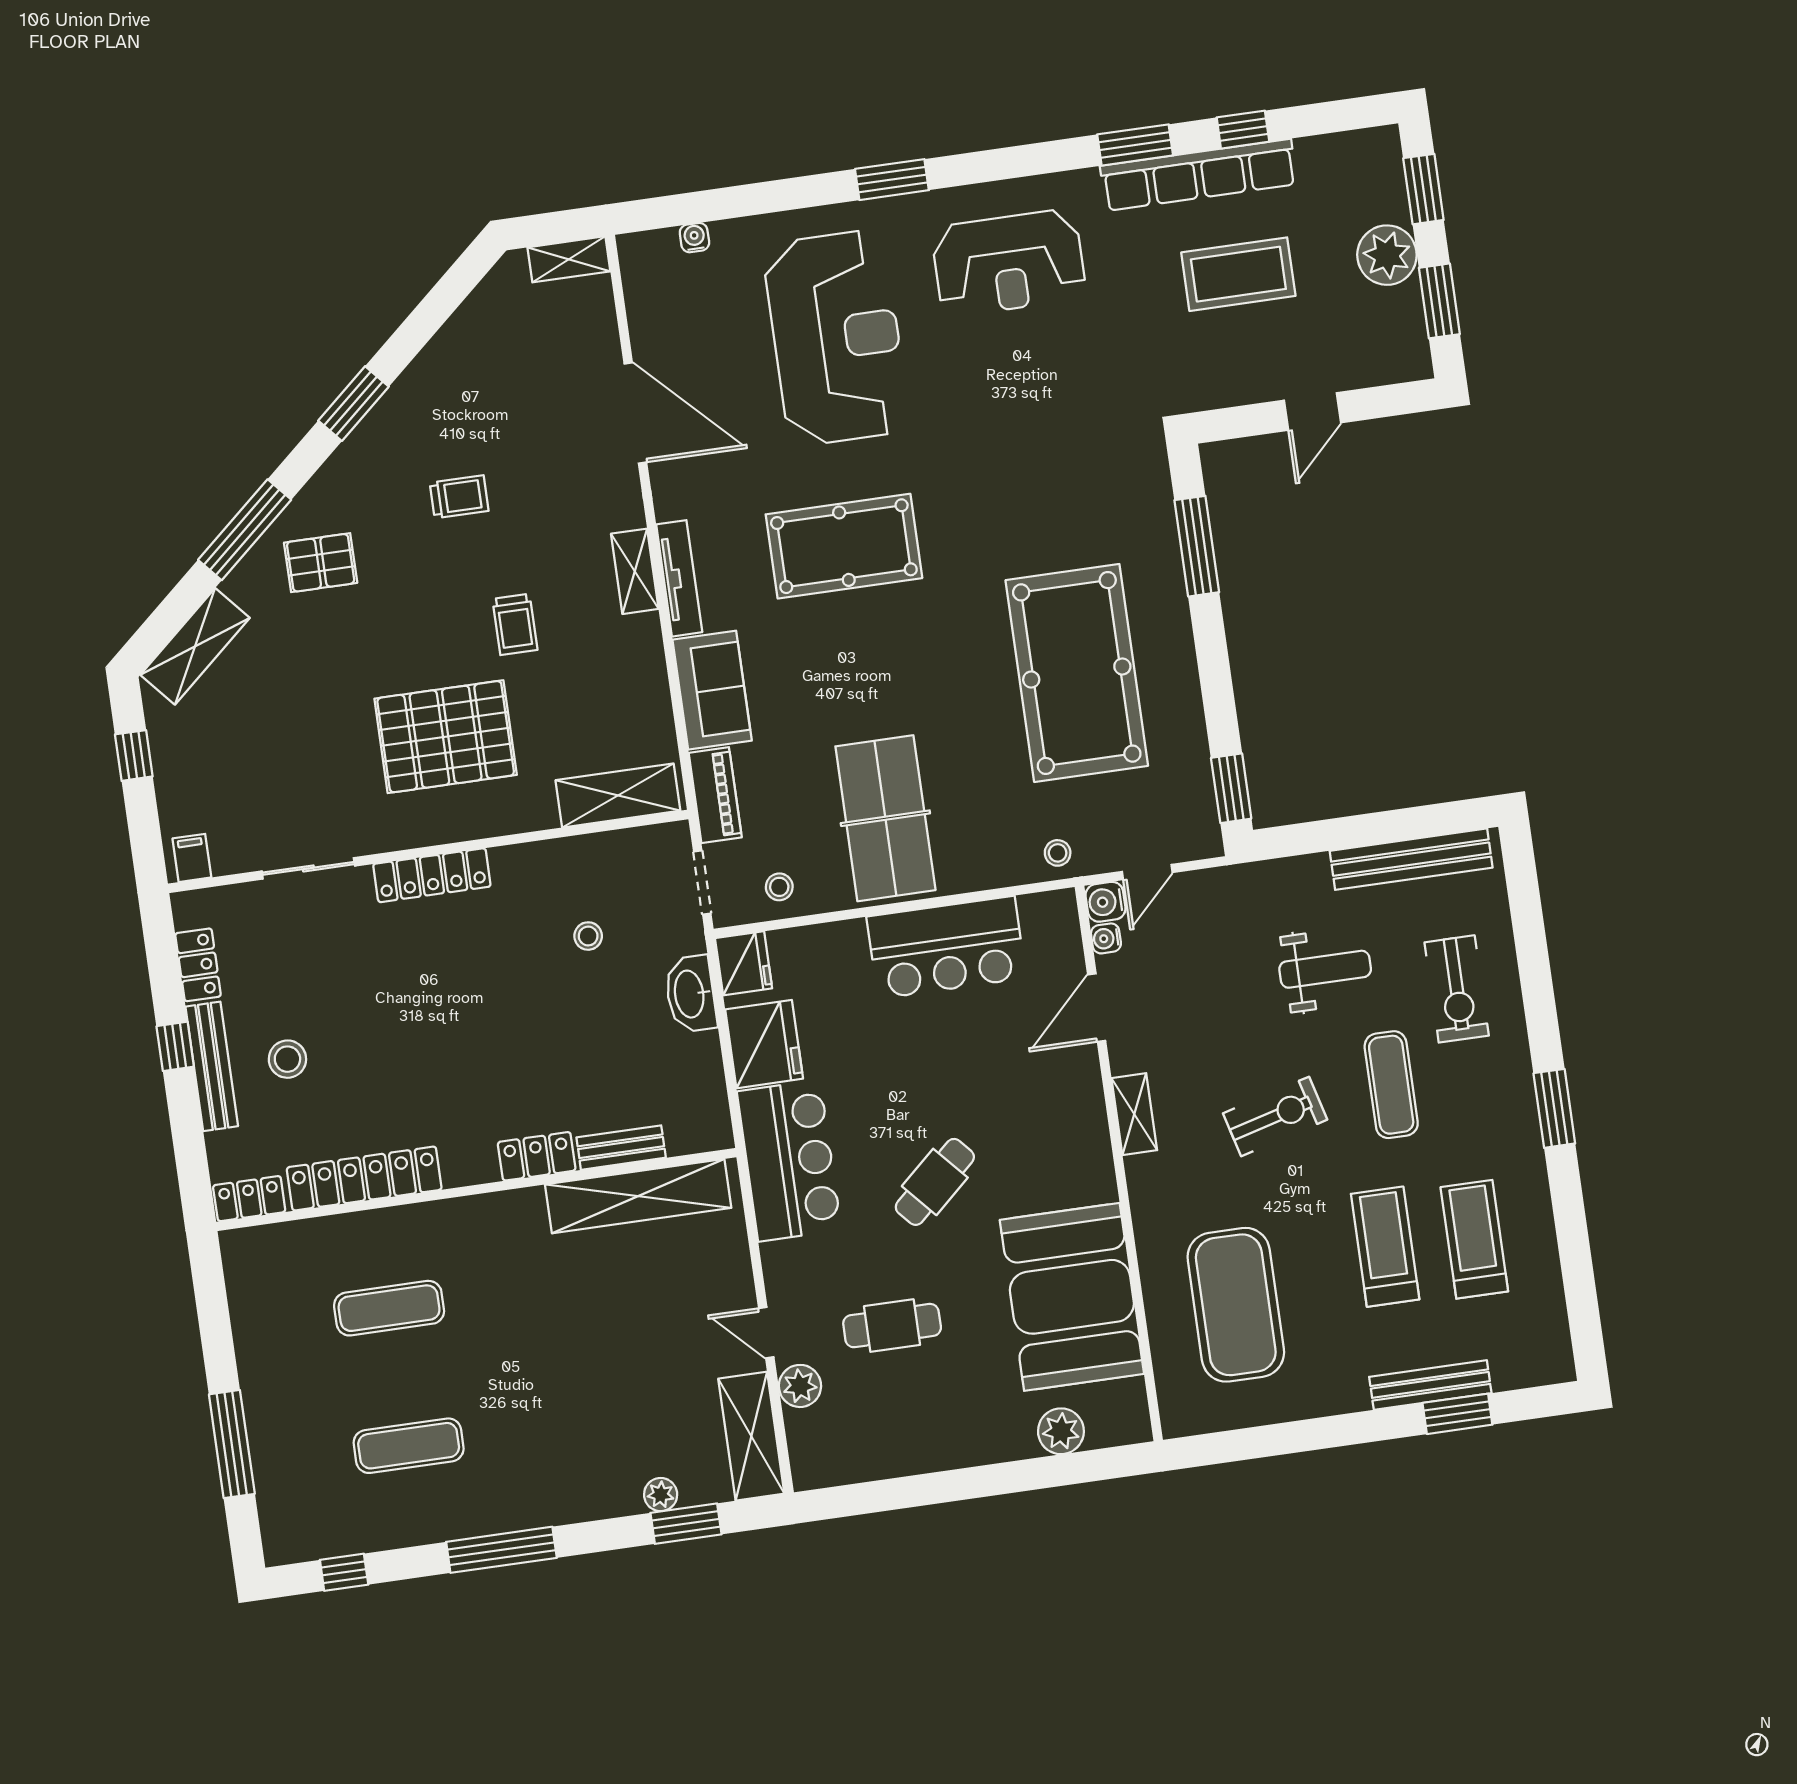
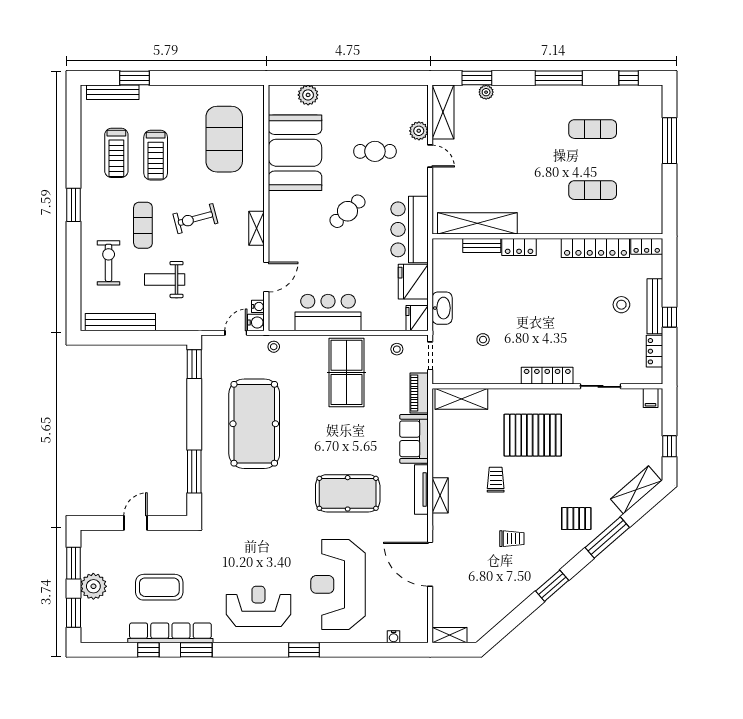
trolley: (459, 497) -> (512, 539), turned 180
bench: (1430, 1385) -> (113, 92), moved

